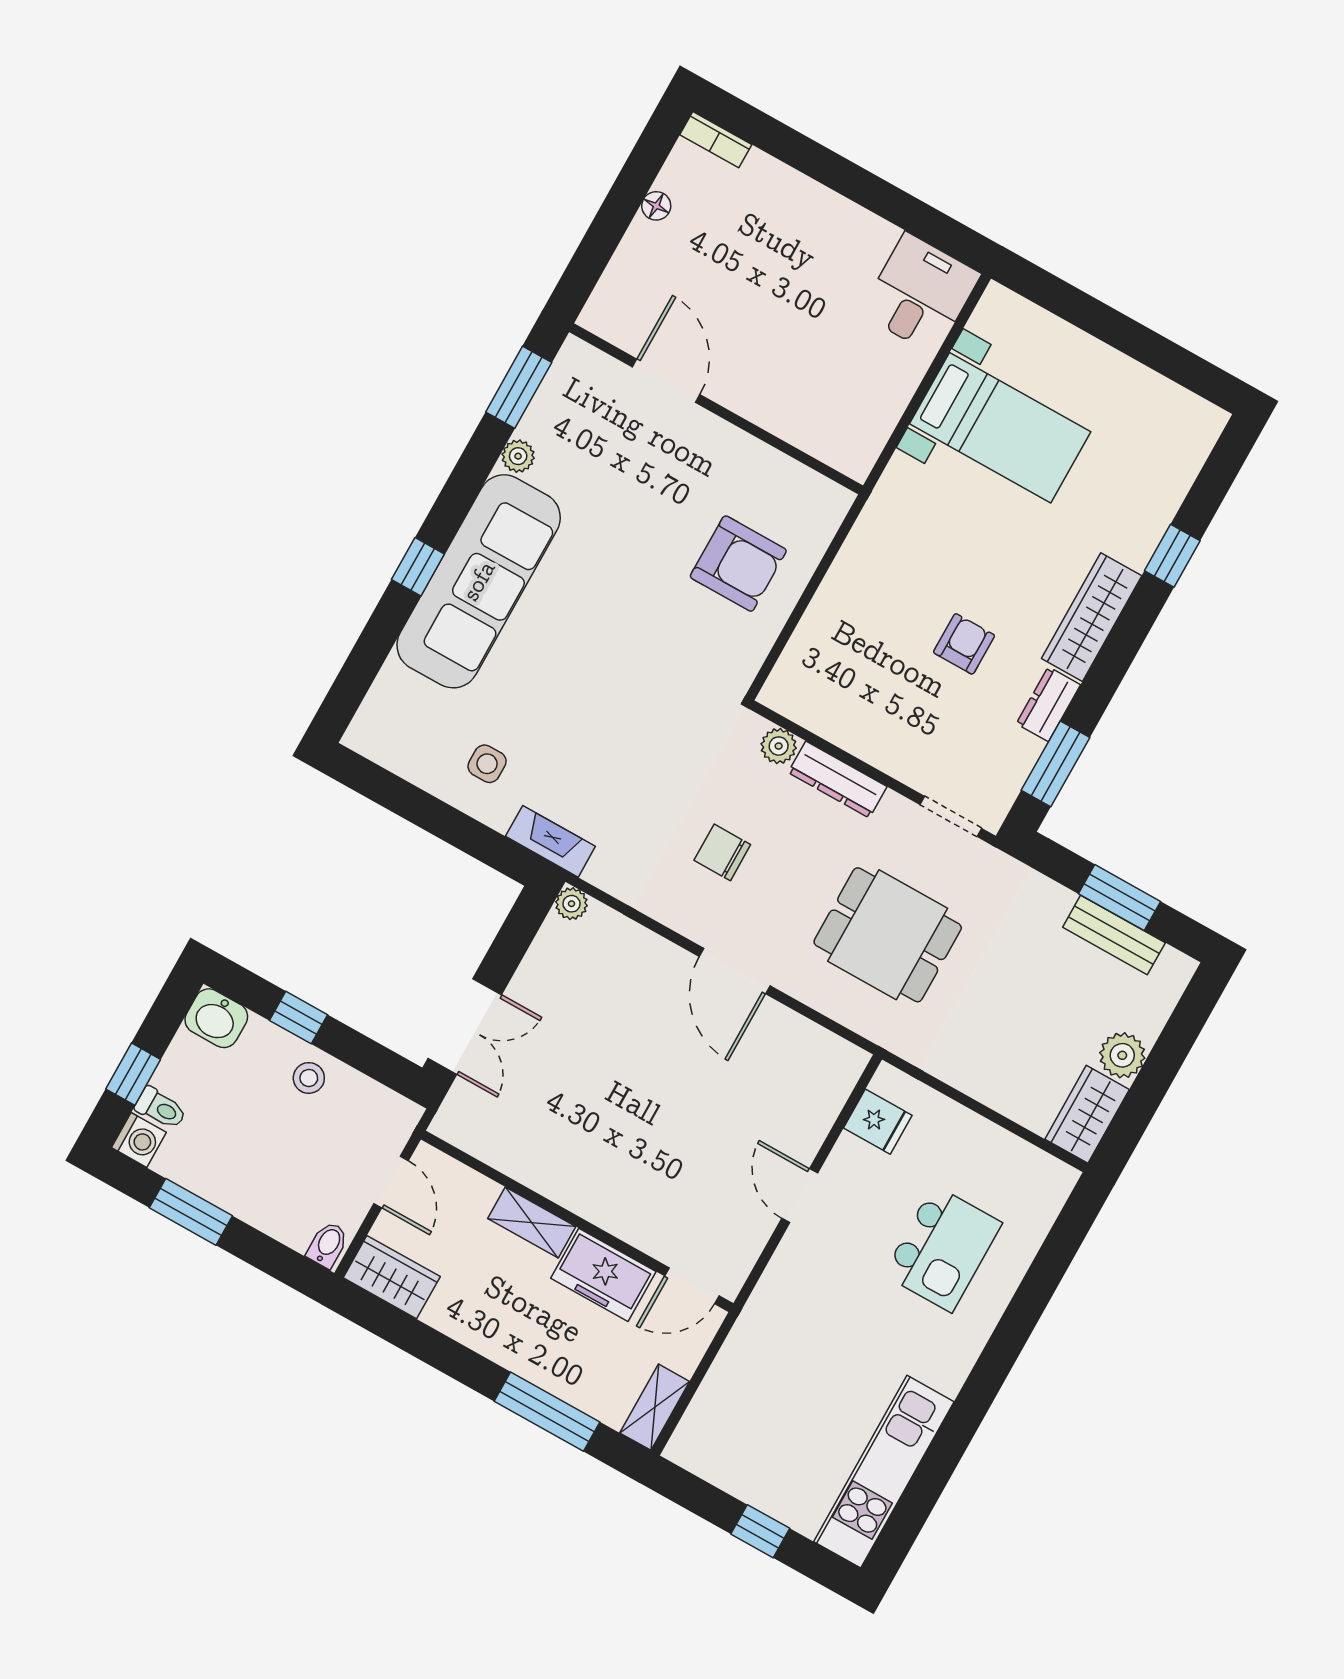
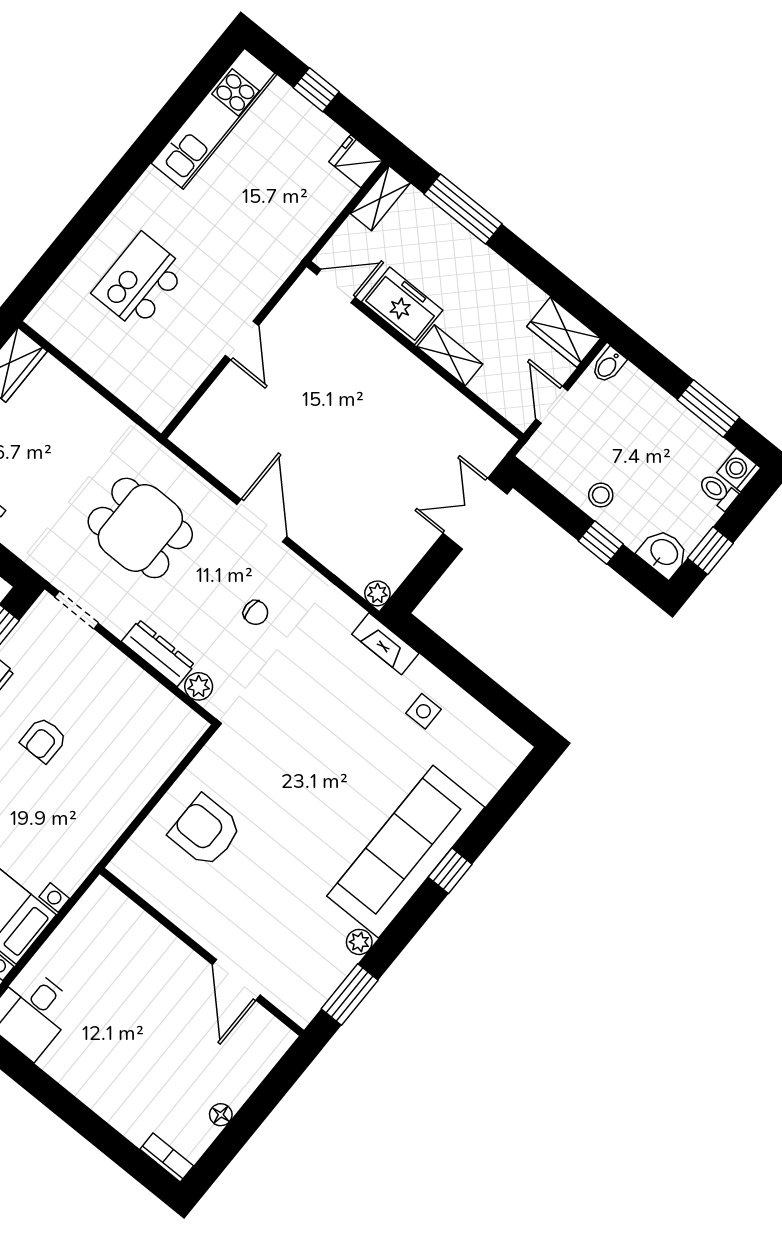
chair: (722, 852) -> (256, 613), width x0.73, depth x0.73
window: (133, 1074) -> (710, 551), moved
fridge: (878, 1122) -> (356, 161), moved

